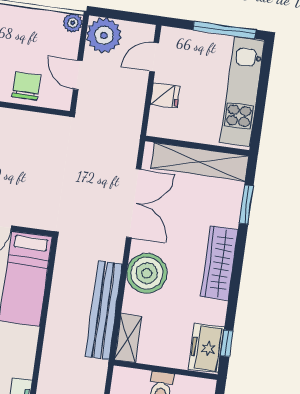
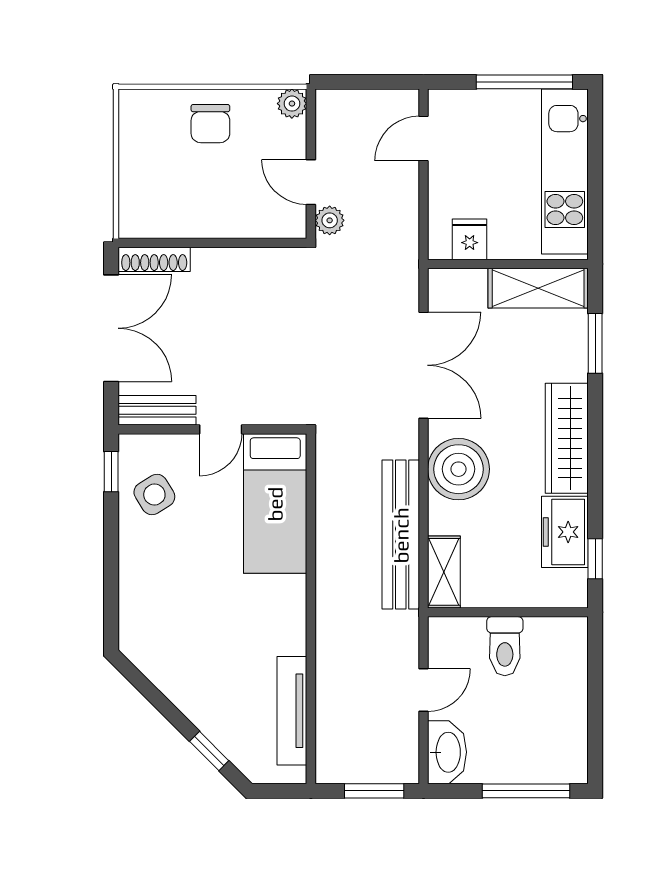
plant: (104, 35) -> (330, 220), moved, width x0.53, depth x0.53
chair: (26, 86) -> (210, 124), moved, turned 180
fridge: (165, 95) -> (470, 239), moved, turned -90
shelving: (200, 162) -> (538, 288), width x0.68
freezer: (206, 348) -> (565, 532), moved

